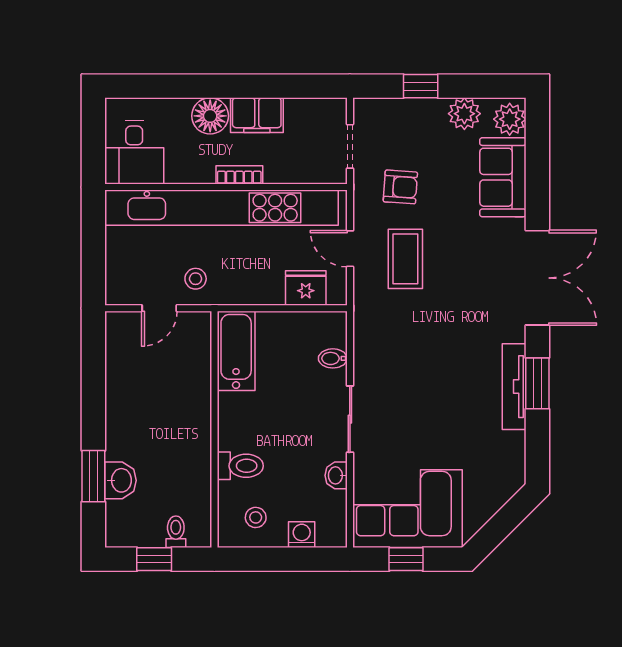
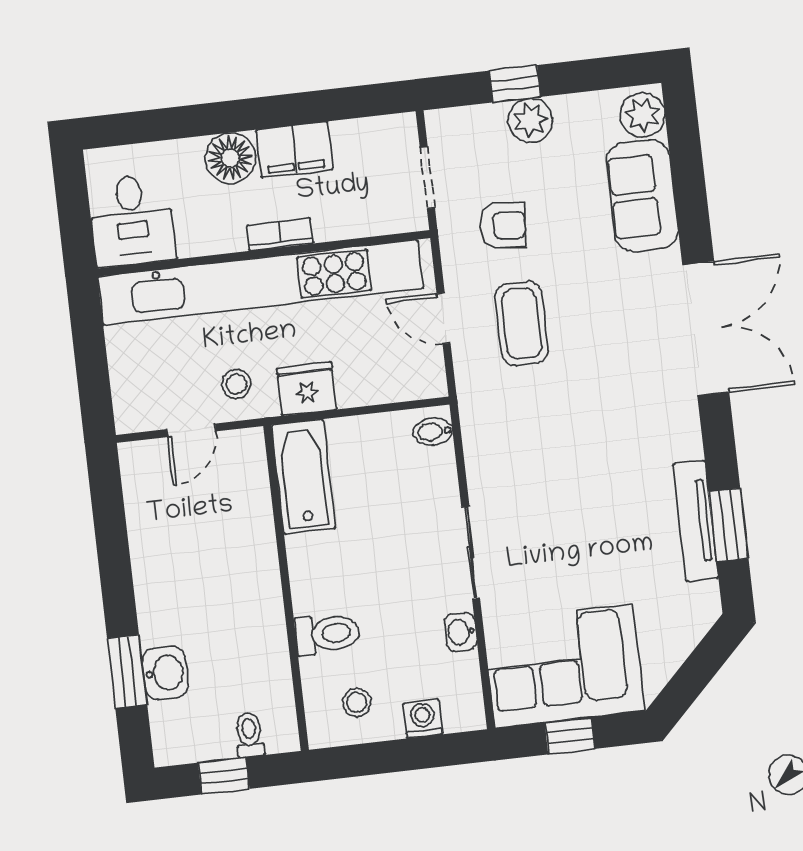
plant: (464, 114) -> (530, 120), moved
fridge: (306, 288) -> (307, 389), moved
bidet: (333, 358) -> (433, 432), moved
window: (537, 383) -> (728, 525), moved
tv unit: (514, 387) -> (696, 521), moved

